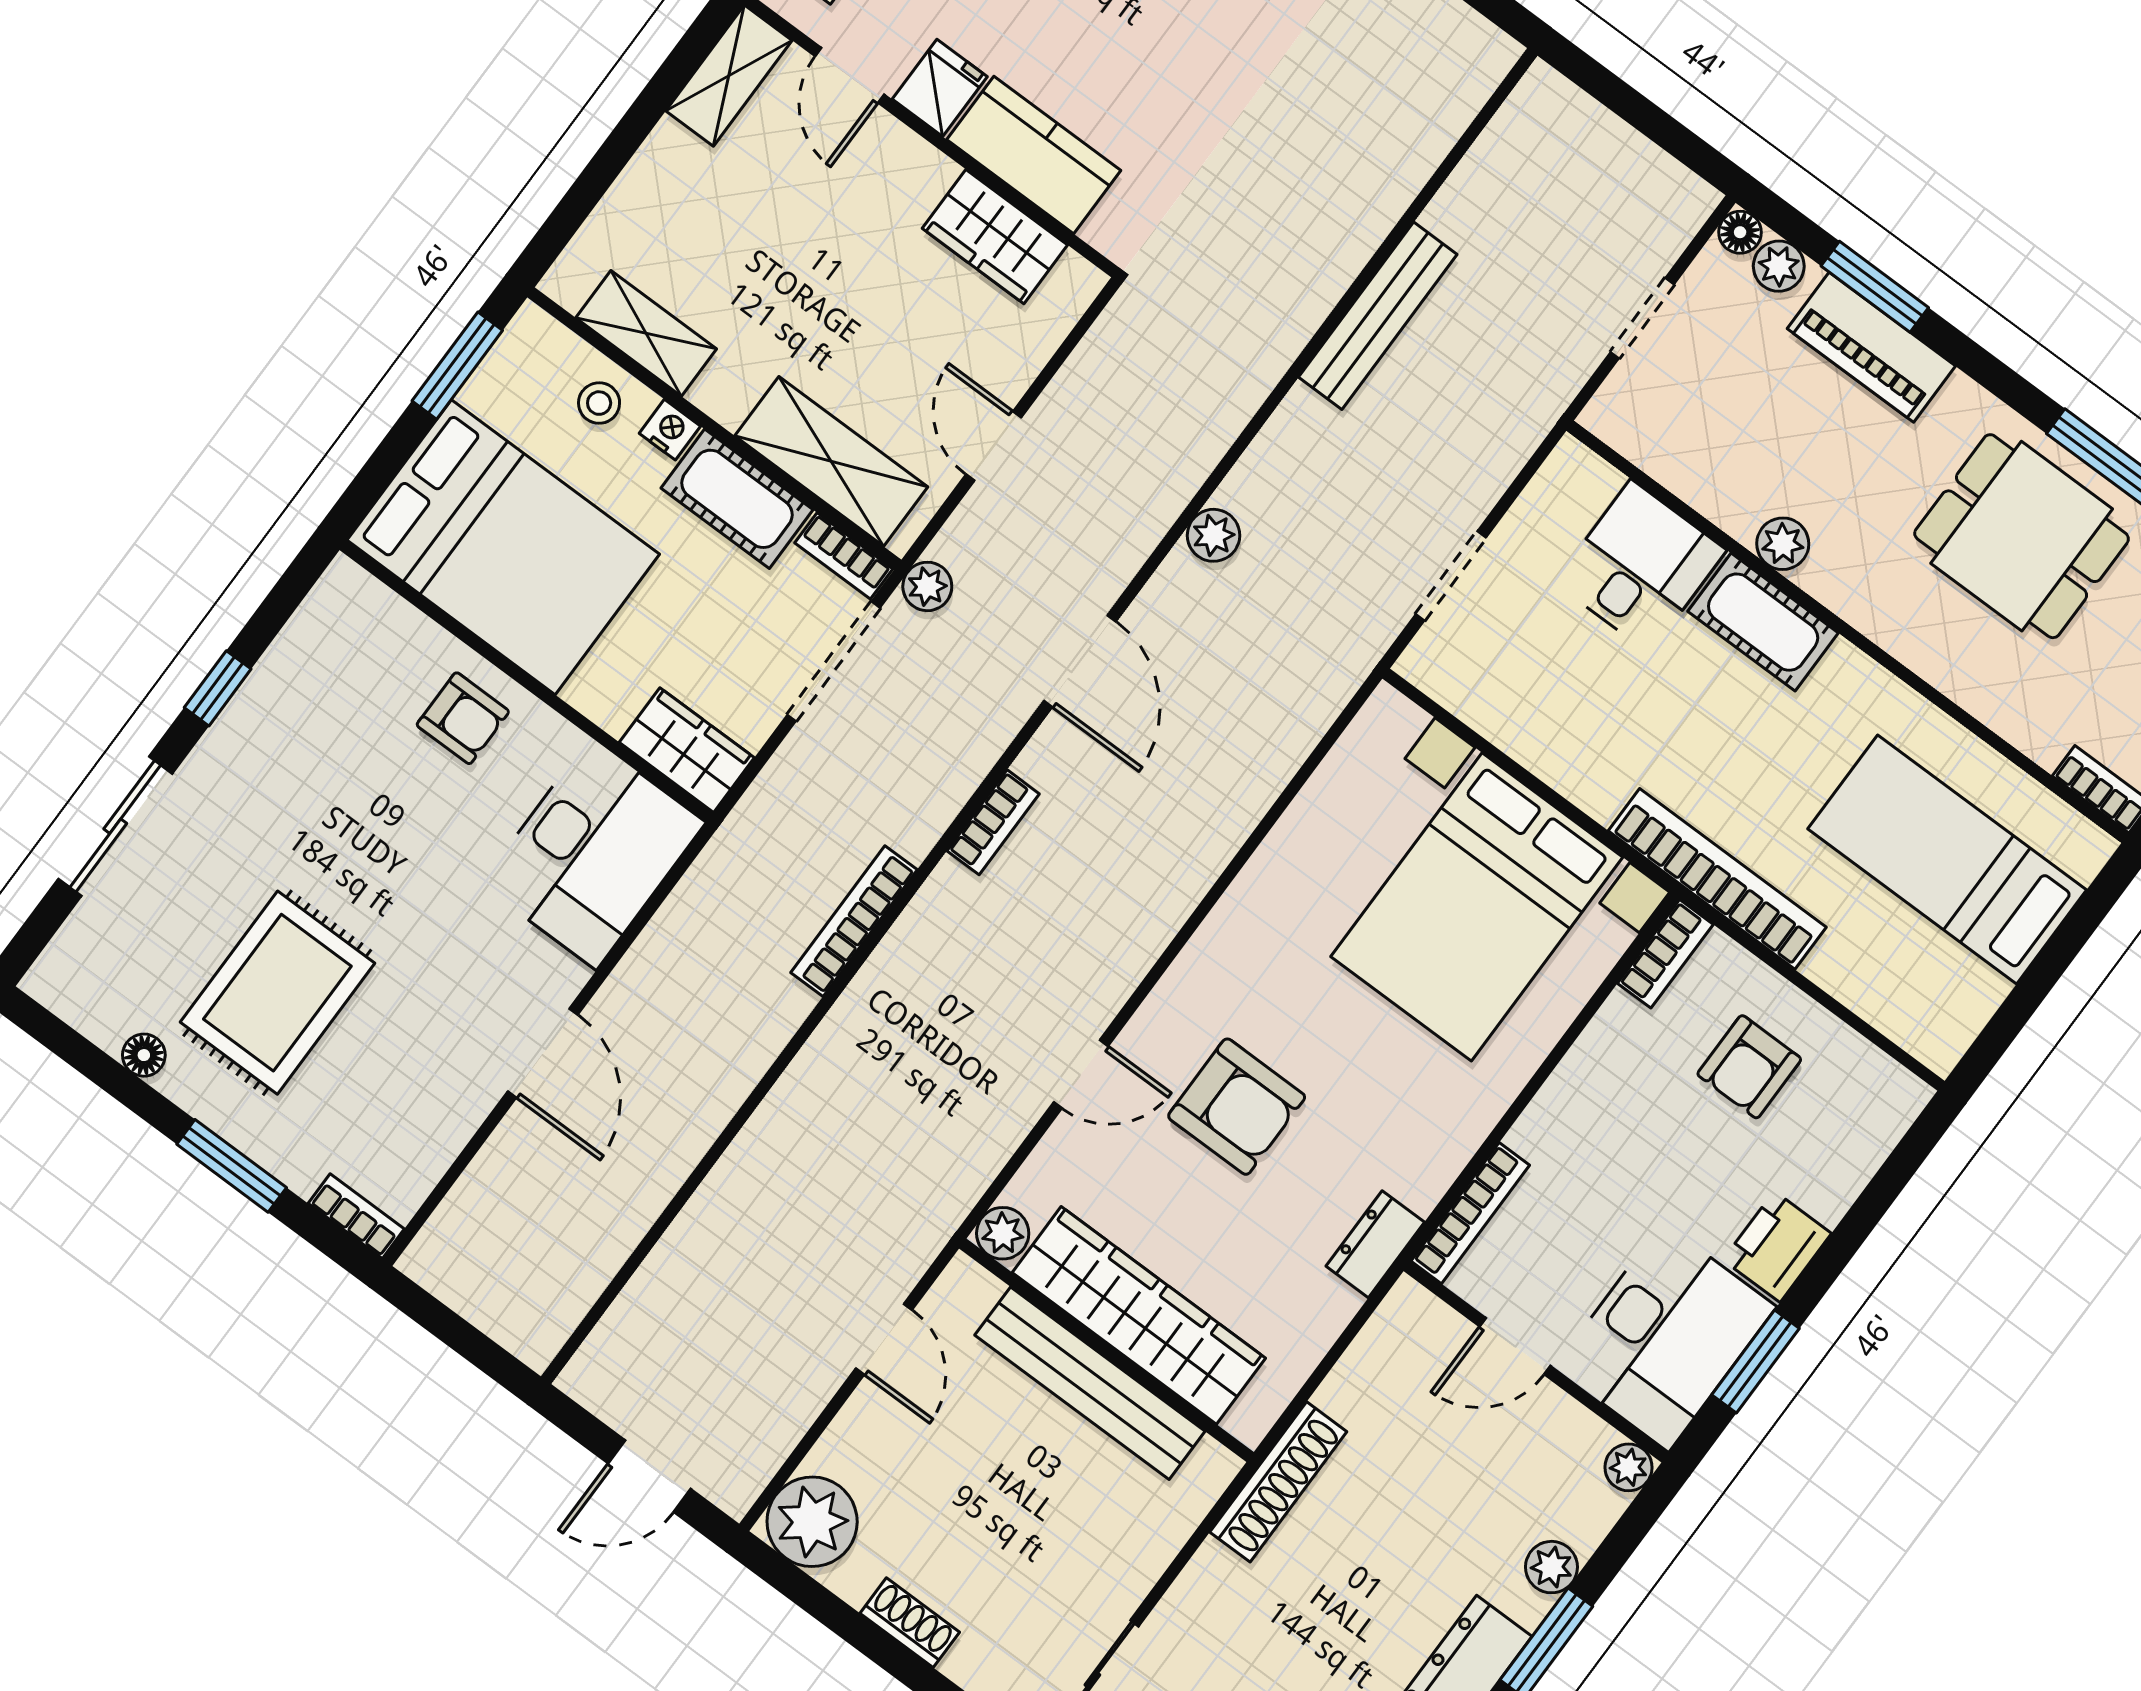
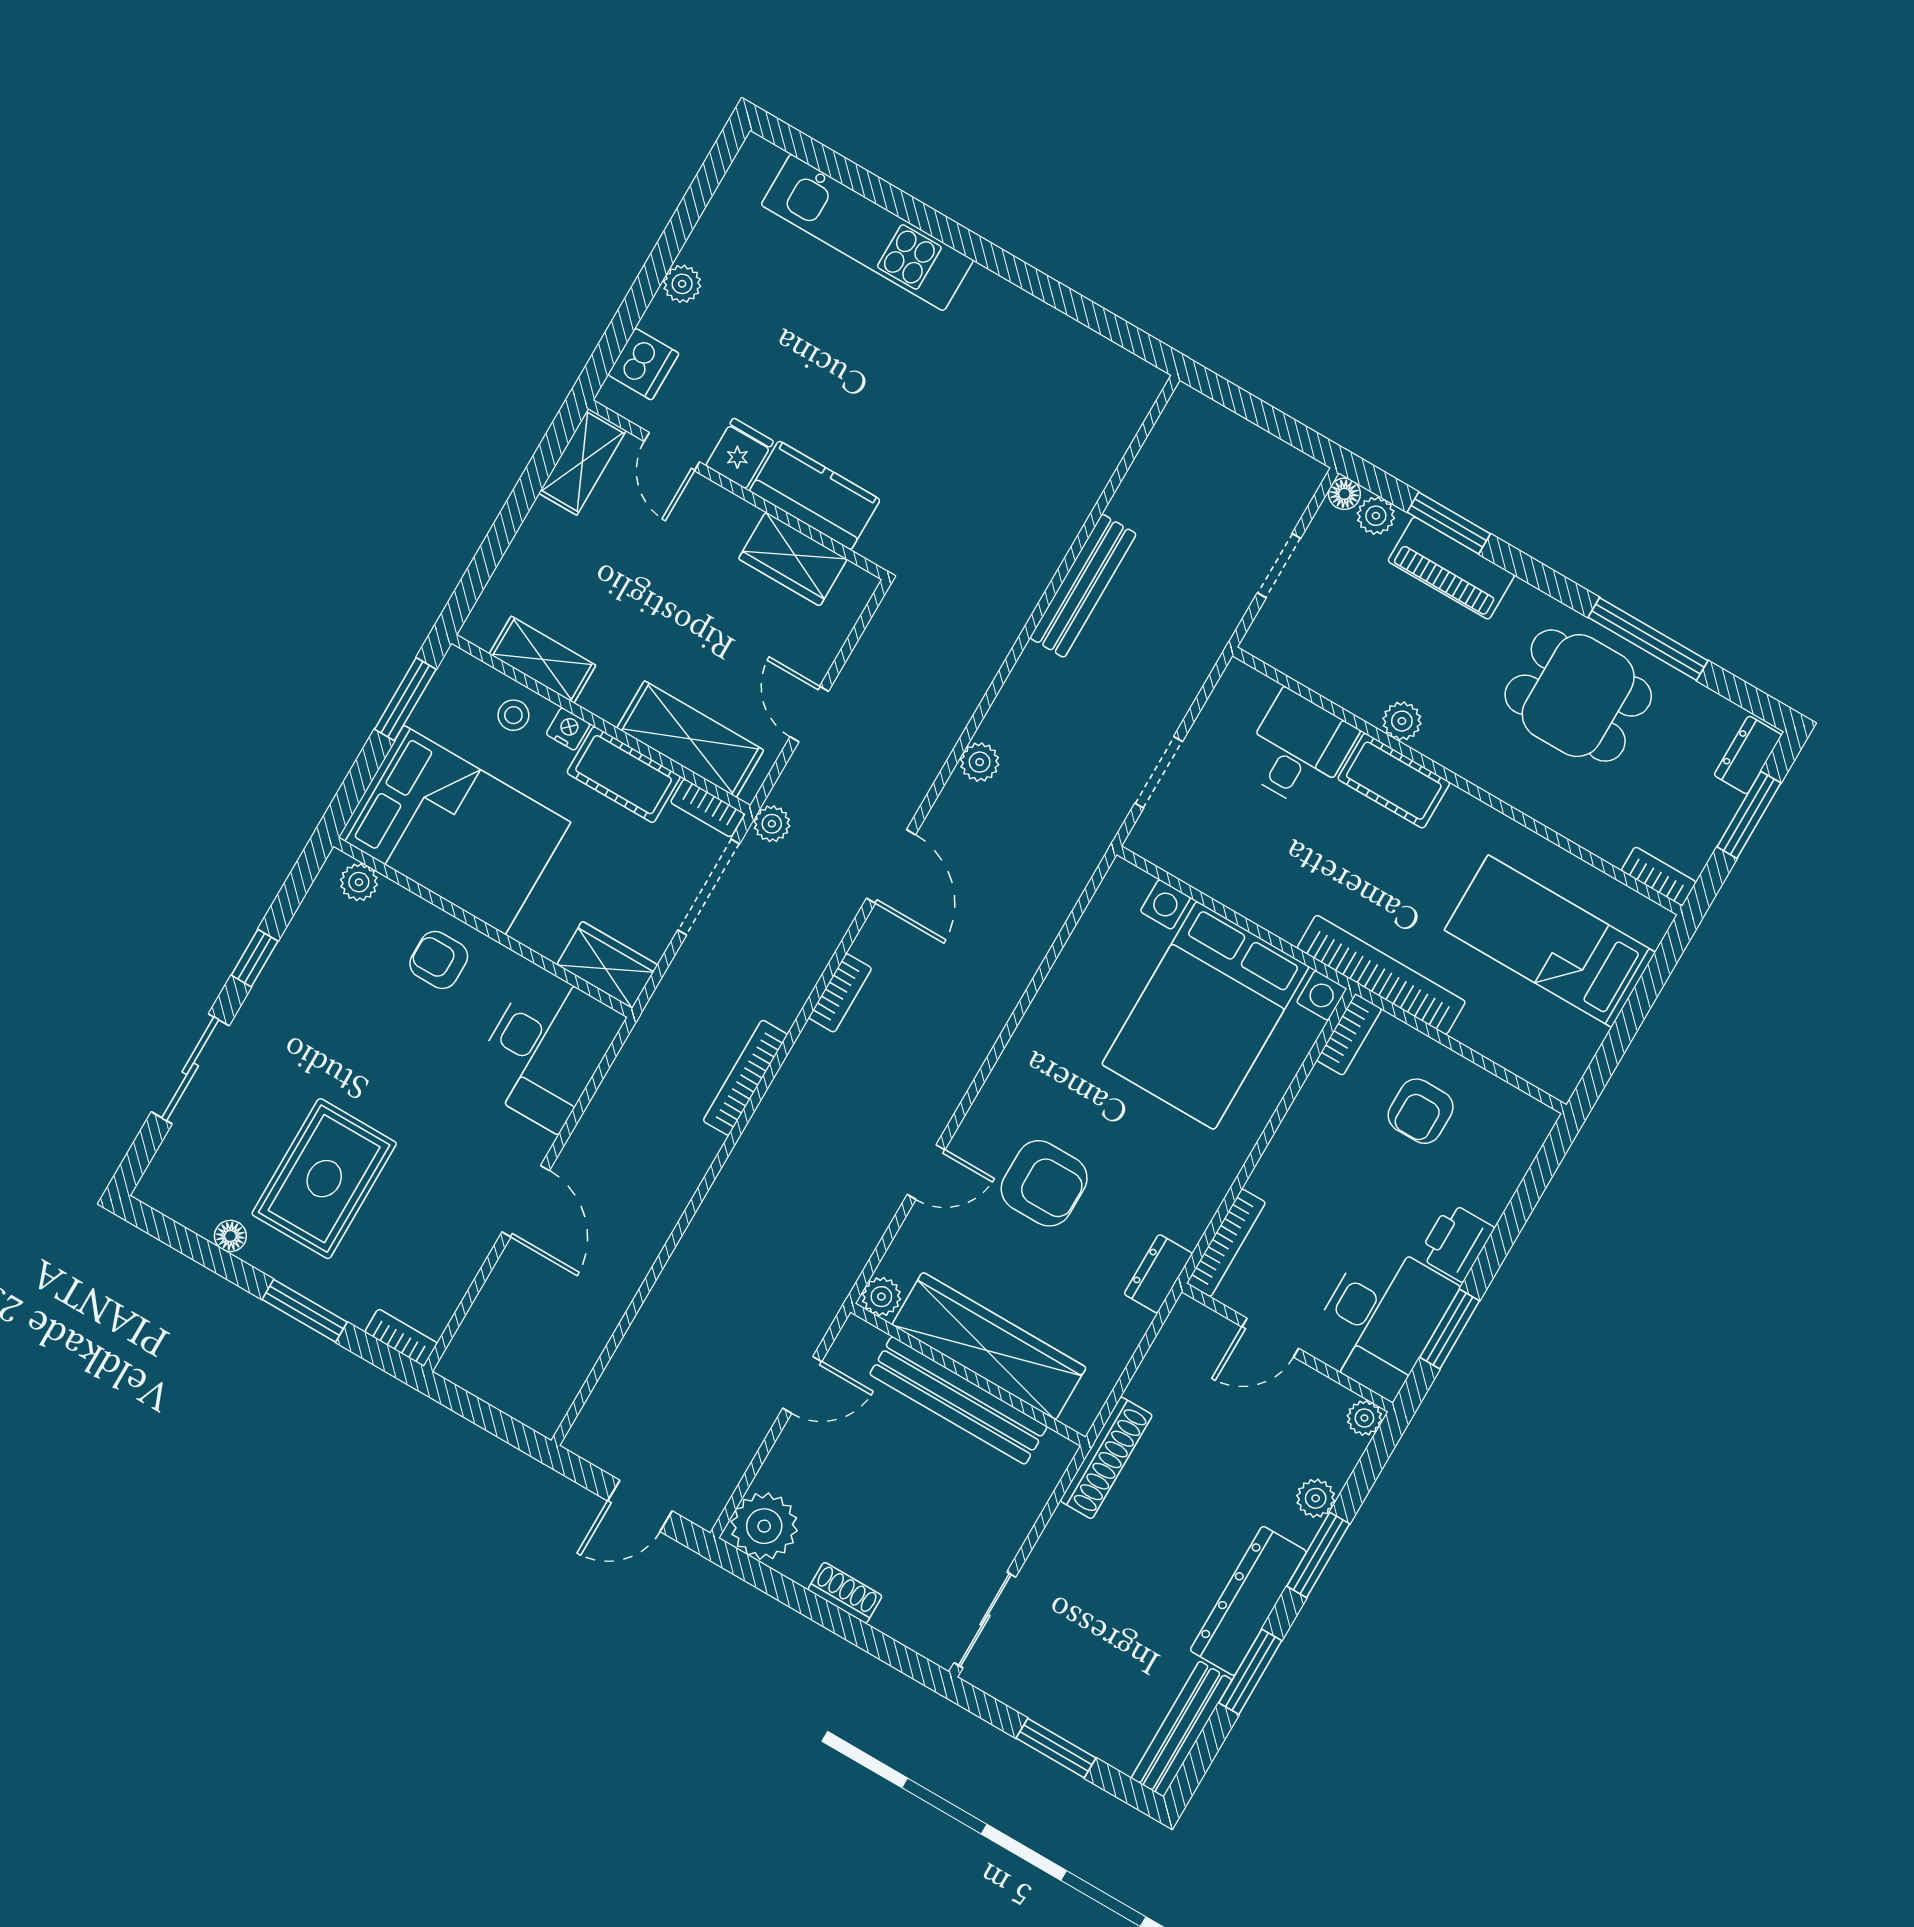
plant: (368, 603) -> (359, 882), added
armchair: (463, 718) -> (439, 960), turned 180
door: (884, 1339) -> (802, 1385), hinge flipped

